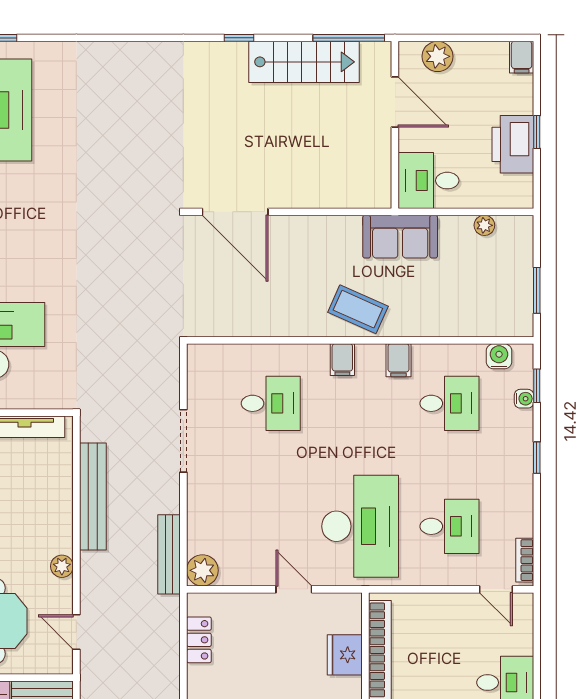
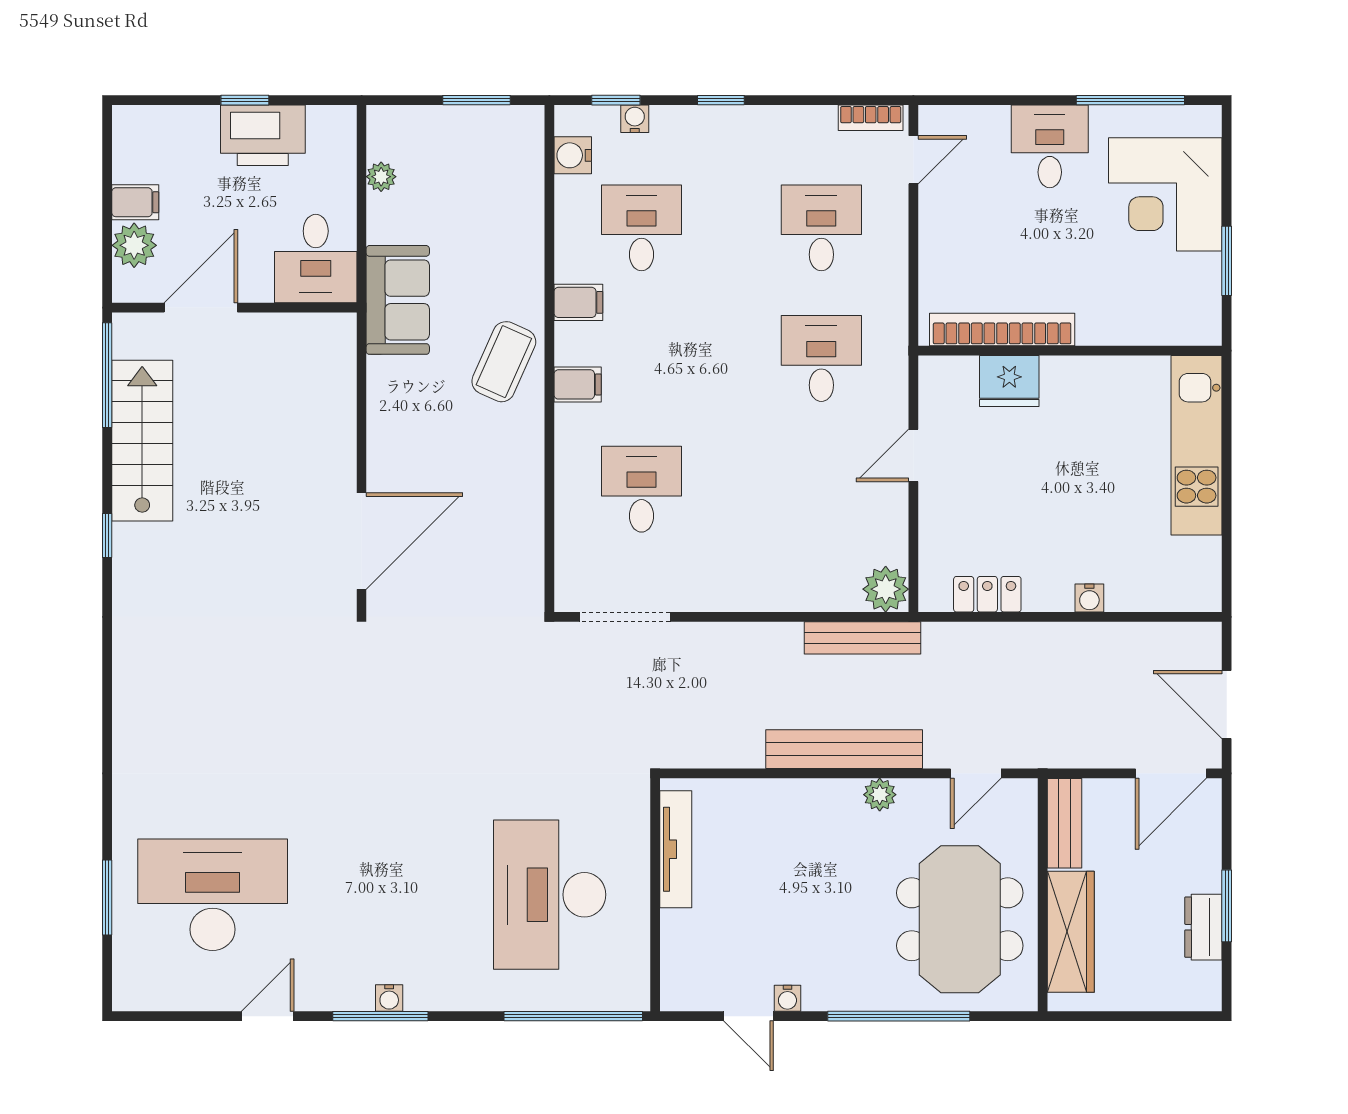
filing cabinet: (522, 57) -> (135, 202), moved
doorway: (183, 441) -> (625, 617), moved
bench: (93, 497) -> (844, 749), moved
desk: (360, 526) -> (821, 358), width x0.53, depth x0.77

